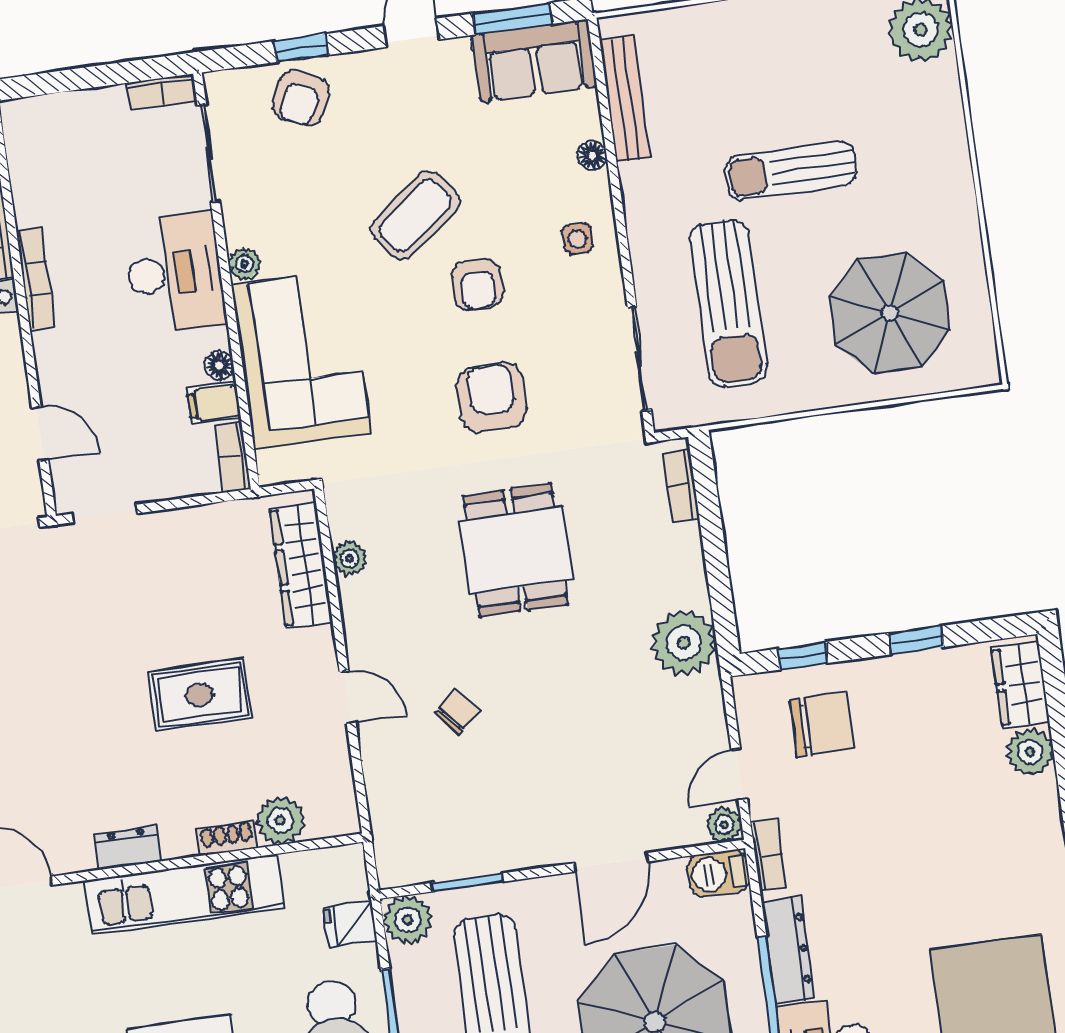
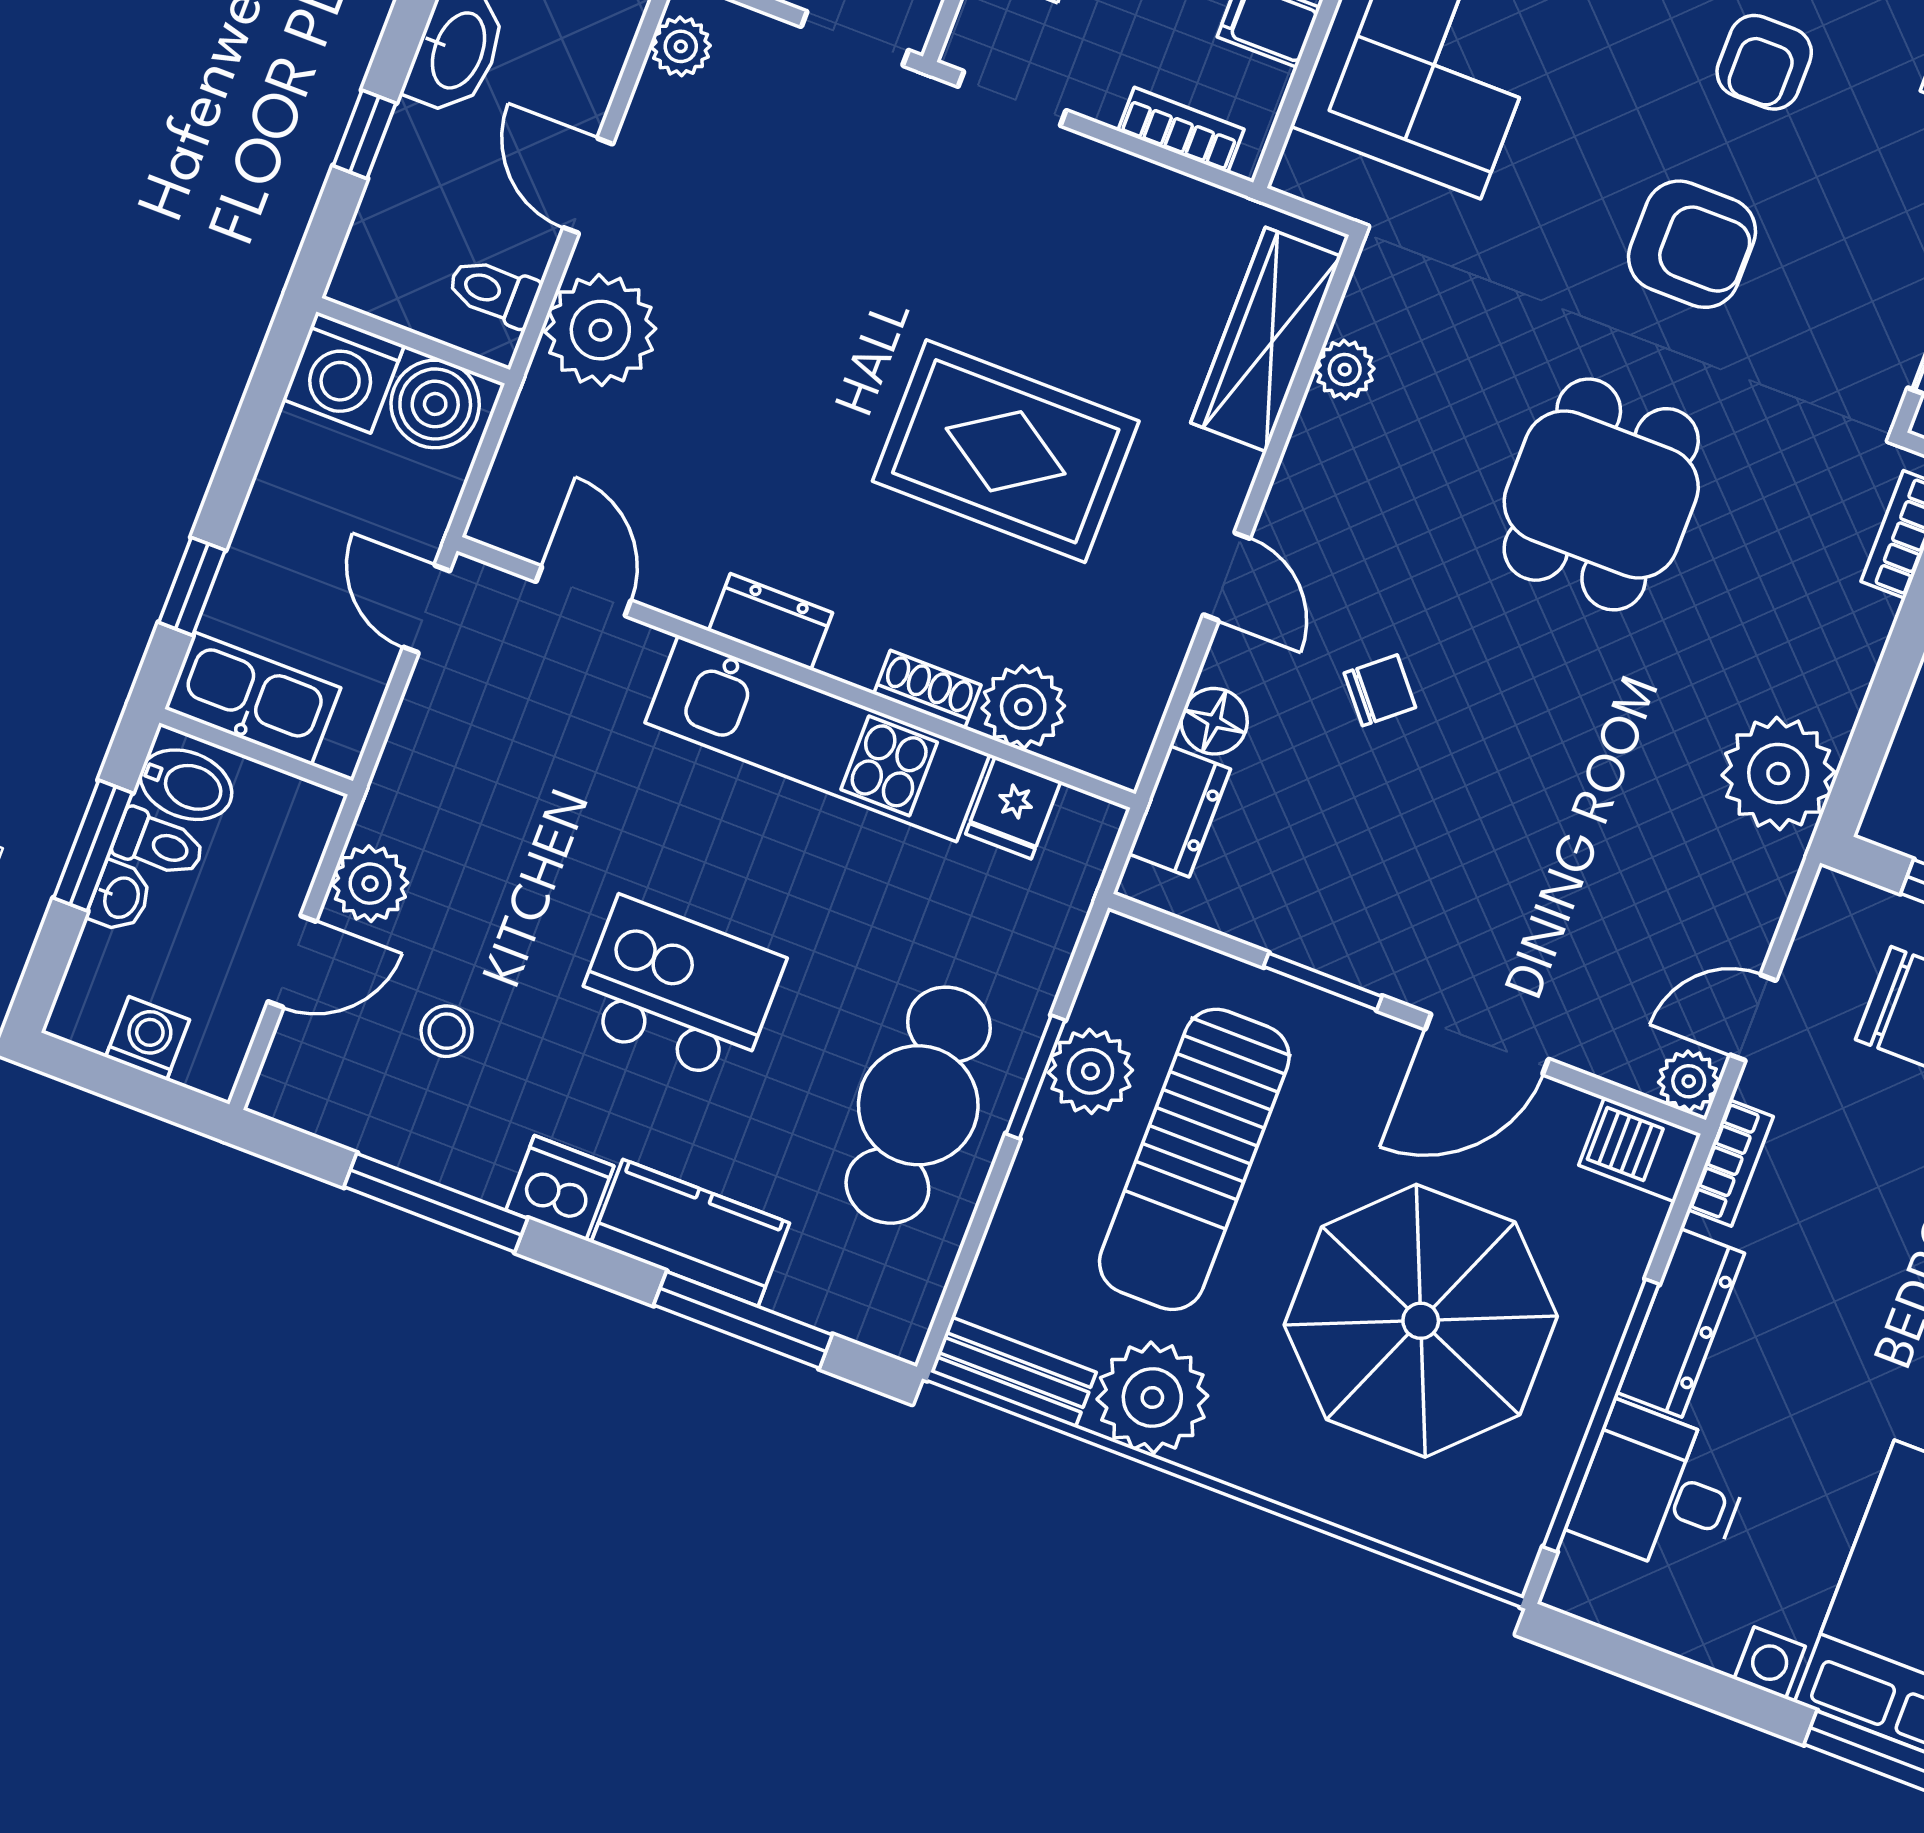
armchair: (492, 397) -> (1692, 244), turned 90
bookcase: (233, 457) -> (1181, 130), moved, turned 90
rug: (200, 695) -> (1006, 451), width x1.36, depth x1.43
floor lamp: (382, 774) -> (1214, 721), added
dresser: (389, 830) -> (1179, 811), added
window: (468, 882) -> (1323, 982), moved
plant: (407, 920) -> (1091, 1071), moved
fridge: (350, 924) -> (1013, 808), moved, turned -90

